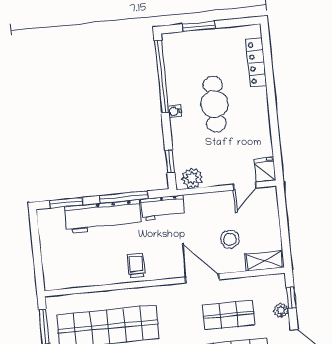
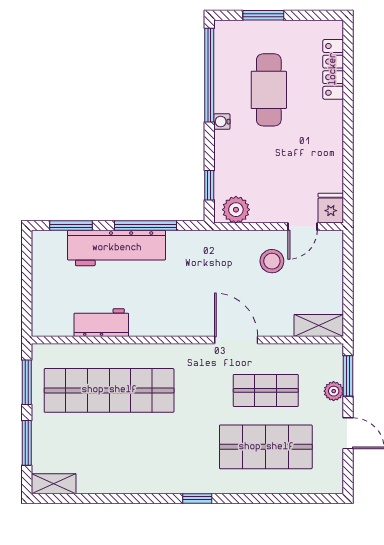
cafe table: (214, 104) -> (269, 90), moved
workbench: (163, 208) -> (101, 323), moved, turned 180
stool: (230, 239) -> (272, 261), moved
trolley: (136, 265) -> (153, 315), removed
window: (291, 297) -> (348, 376), width x1.50

